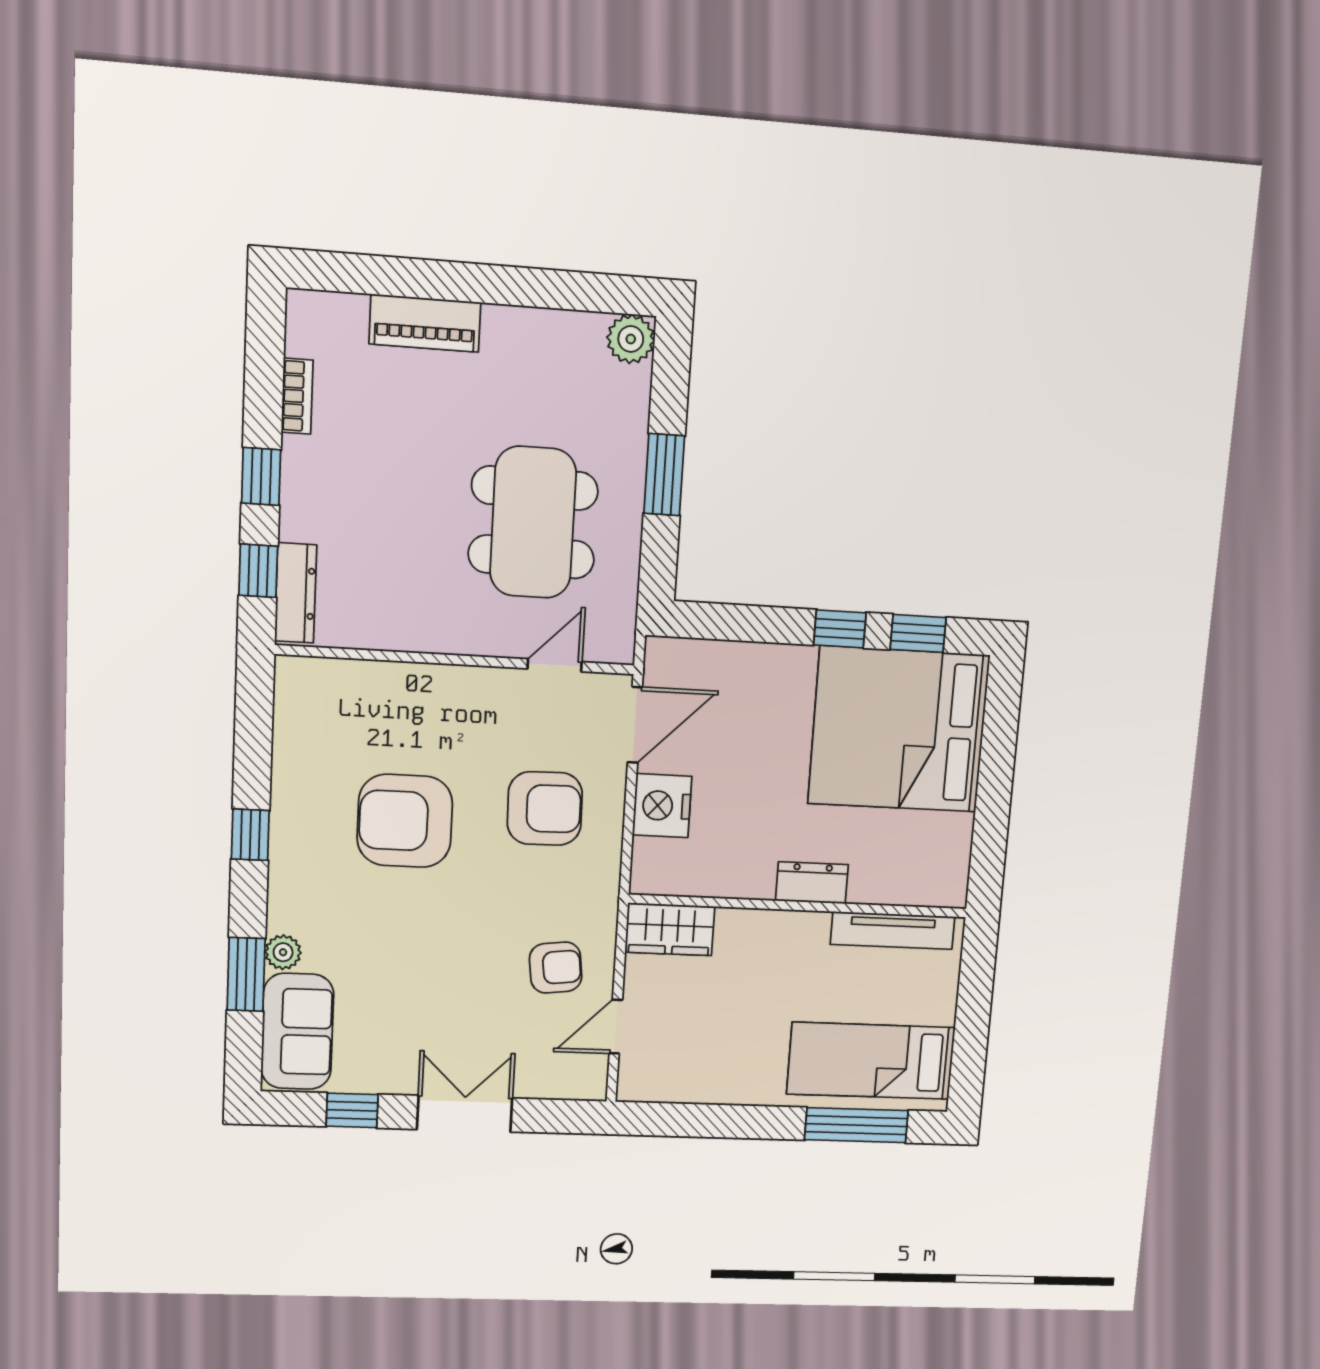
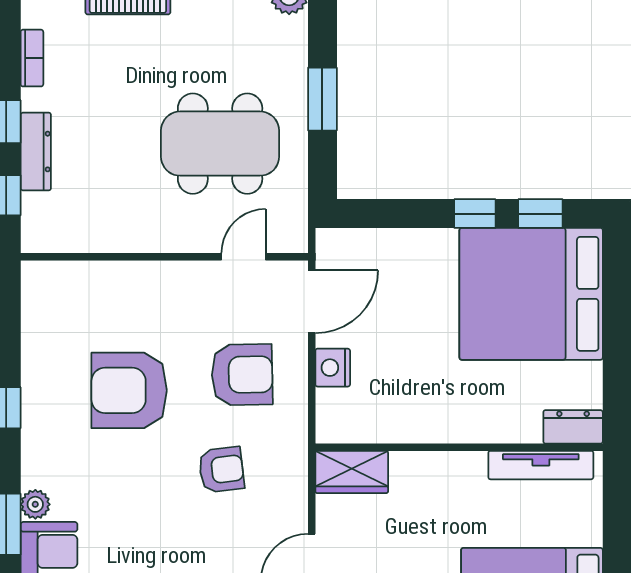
dining table: (533, 522) -> (220, 144), turned 90
dresser: (296, 593) -> (36, 152), moved
nightstand: (662, 806) -> (333, 368), width x0.74, depth x0.75
dresser: (812, 883) -> (573, 427), moved
armchair: (556, 968) -> (221, 470), moved

